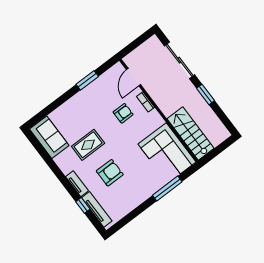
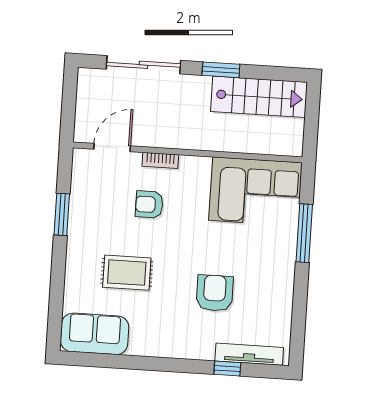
door: (134, 77) -> (112, 147), swing flipped
armchair: (123, 113) -> (149, 204), turned -90
stairs: (191, 133) -> (259, 97), moved, turned 180
rug: (88, 145) -> (127, 273), moved, turned 90
tv unit: (77, 184) -> (191, 351), removed

